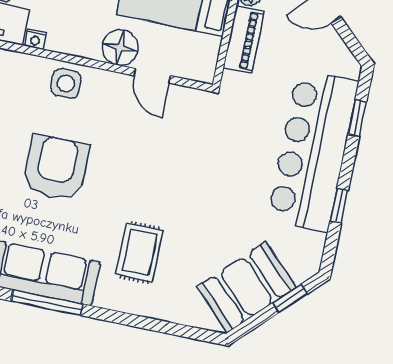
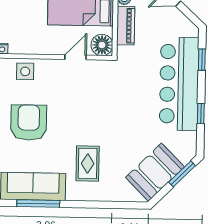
floor lamp: (120, 47) -> (102, 45), moved
door: (152, 76) -> (76, 57), swing flipped
window: (290, 298) -> (182, 174), width x1.50

